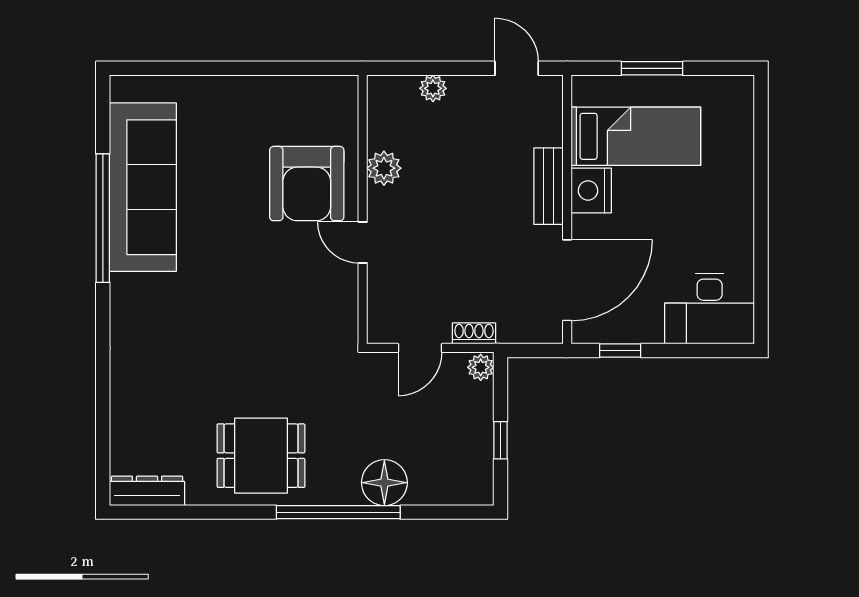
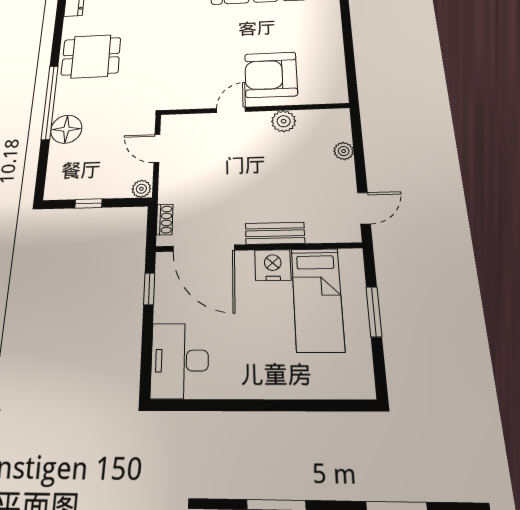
shoe rack: (474, 333) -> (165, 220), moved
dining table: (261, 456) -> (91, 56), turned 90

